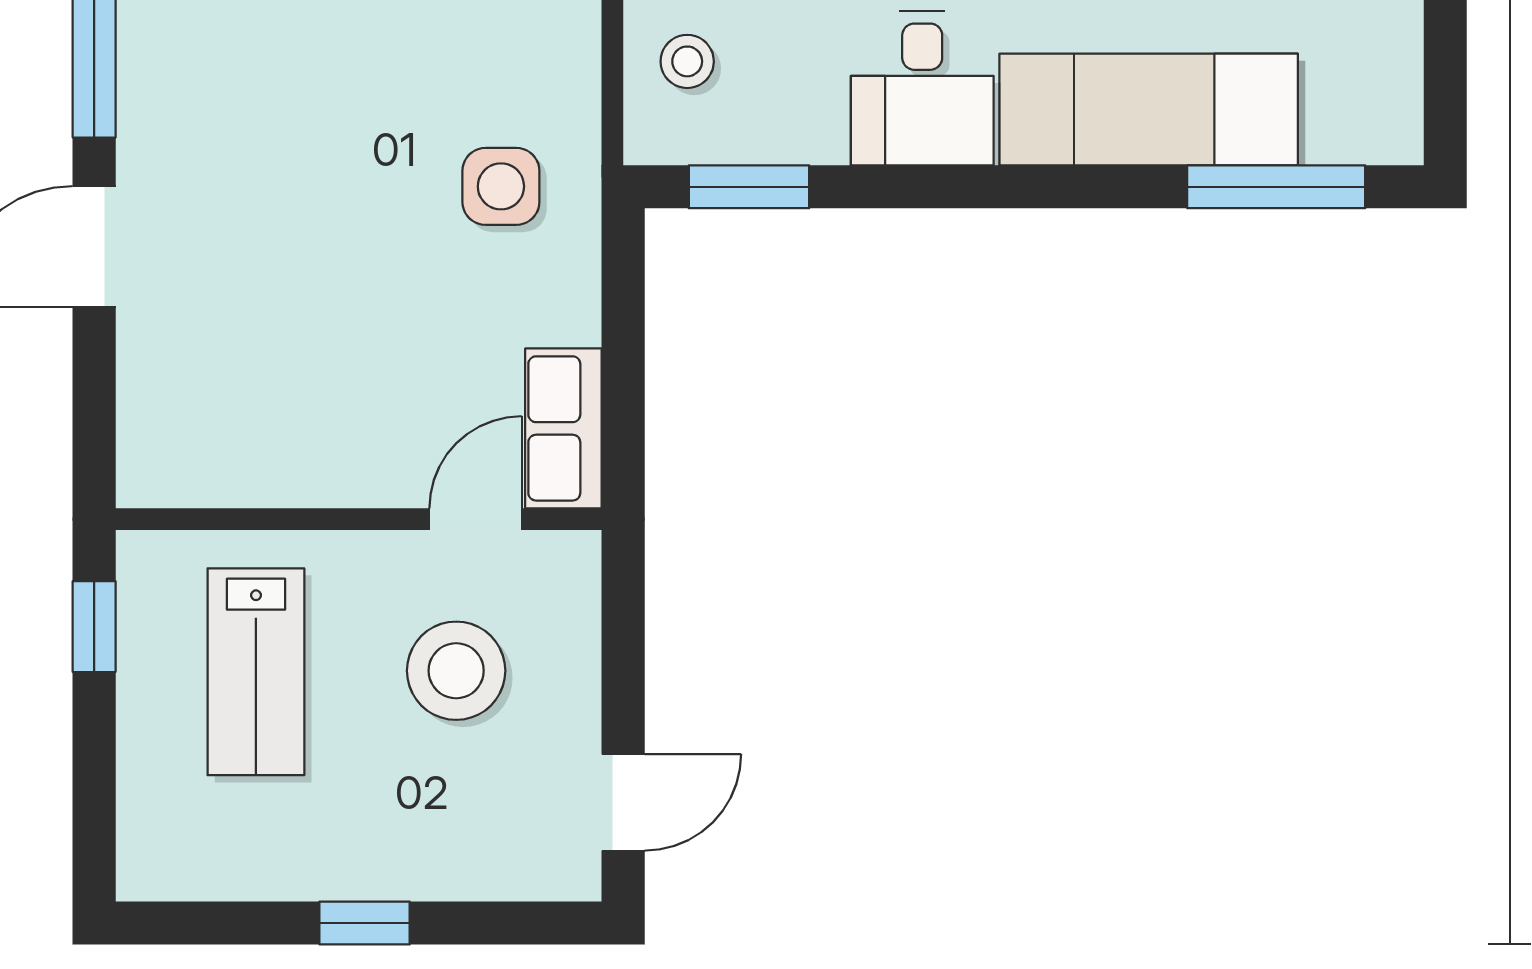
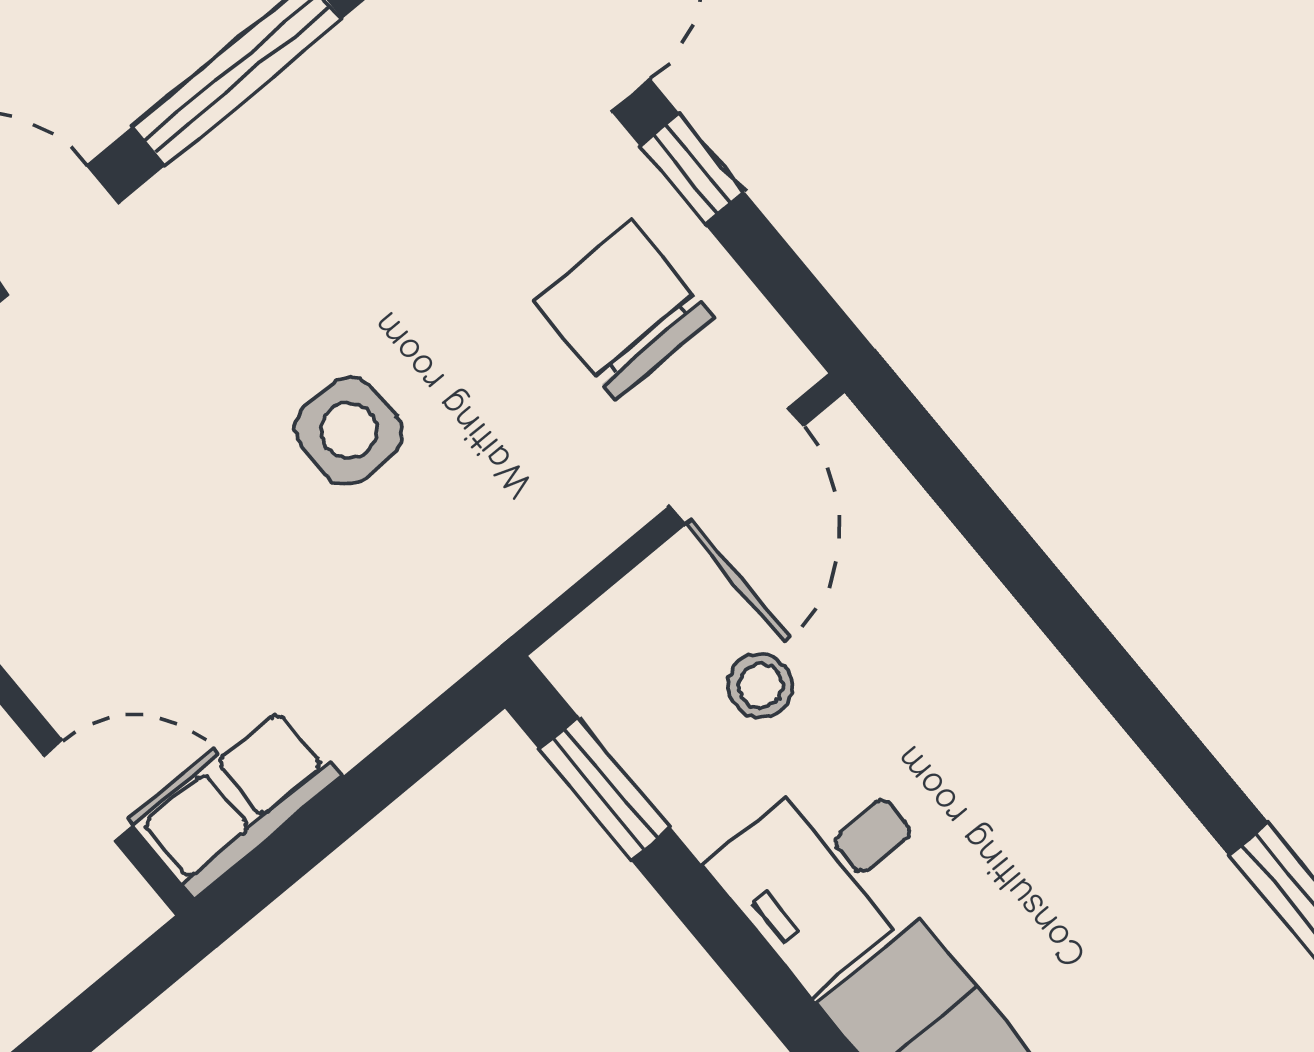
stool: (687, 61) -> (760, 686), moved
side table: (501, 186) -> (349, 431), moved

